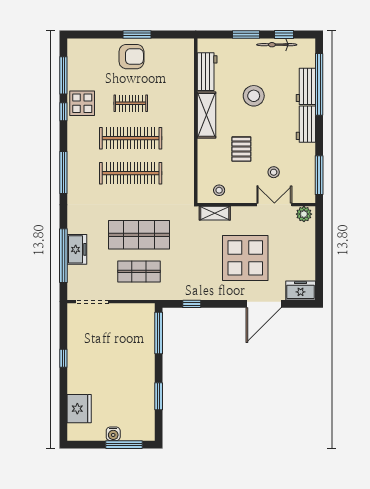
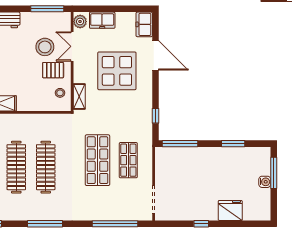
pallet: (241, 149) -> (53, 70), moved
stool: (274, 172) -> (45, 47), width x1.89, depth x1.89
freezer: (77, 249) -> (102, 20), moved, turned 180
fridge: (79, 409) -> (230, 210), moved

